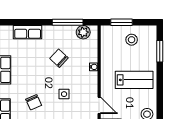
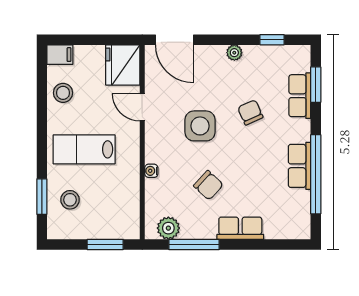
row of seats: (28, 32) -> (240, 228), moved
stool: (132, 40) -> (70, 200), moved
side table: (64, 94) -> (200, 126), width x1.87, depth x1.87

